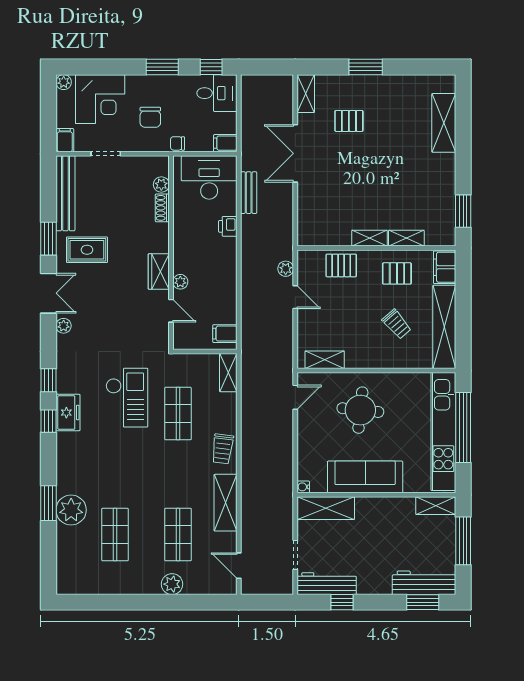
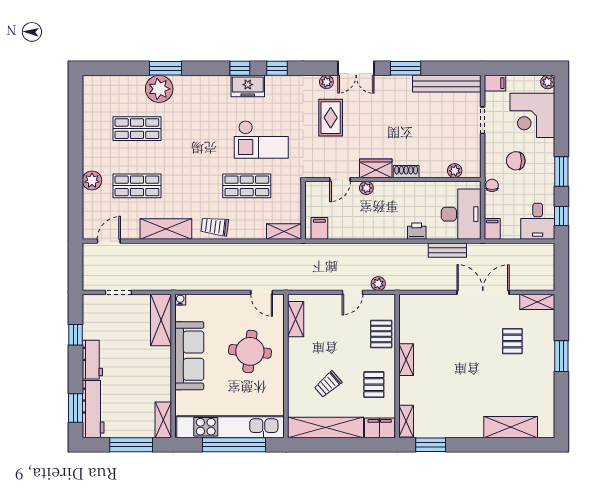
shoe rack: (162, 208) -> (406, 172), moved
shelving: (406, 238) -> (406, 421), moved
rug: (87, 250) -> (331, 118), moved
workbench: (327, 584) -> (92, 360), moved, width x0.73

